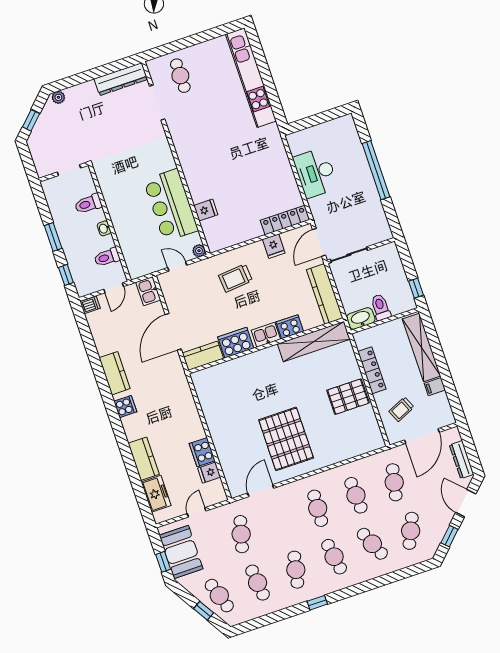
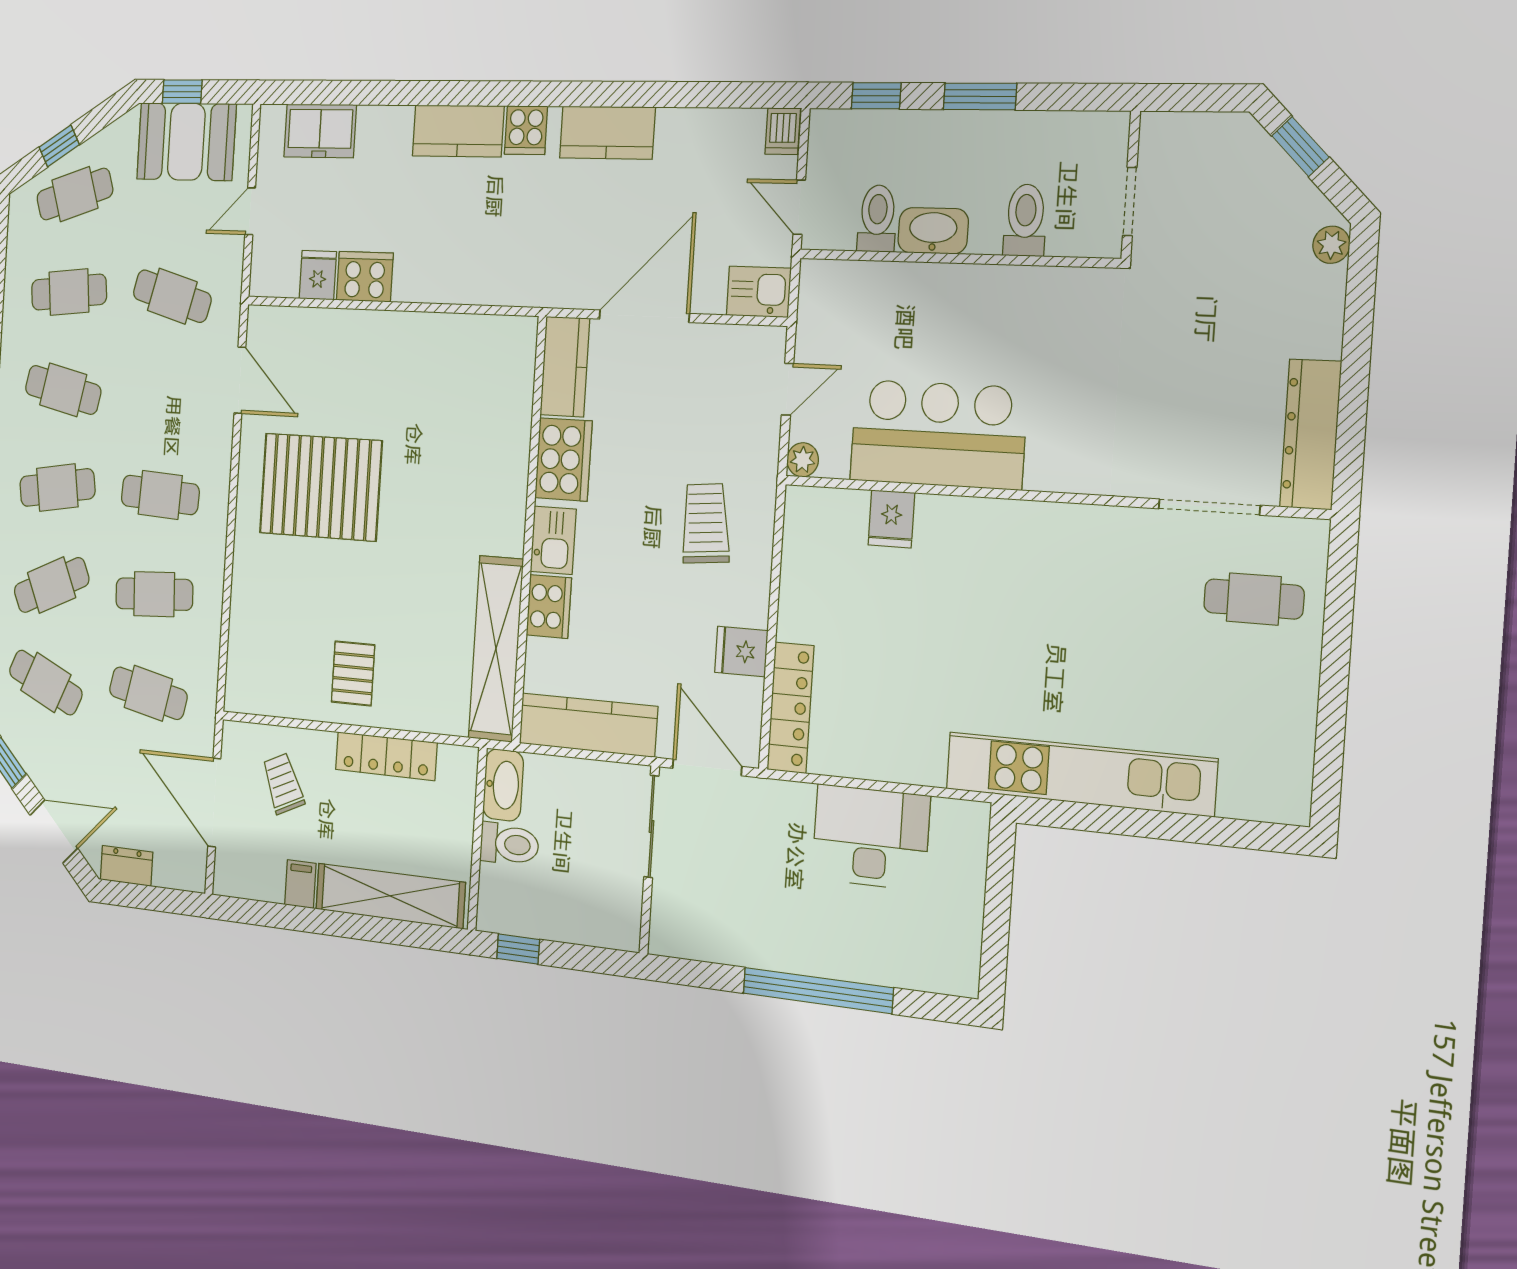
kitchen unit: (251, 78) -> (1080, 774), moved
washbasin: (104, 228) -> (933, 231), width x1.91, depth x1.45
door: (173, 332) -> (644, 316), hinge flipped
pallet: (348, 397) -> (353, 673), width x0.67, depth x0.71
kitchen counter: (144, 459) -> (458, 131), moved
dresser: (462, 460) -> (127, 866), width x0.70
door: (197, 512) -> (250, 211), swing flipped

